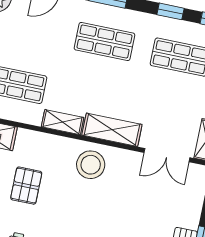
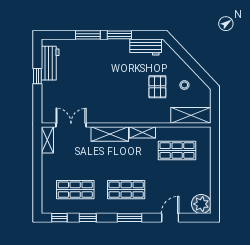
stool: (91, 165) -> (119, 109), removed

